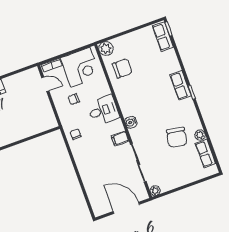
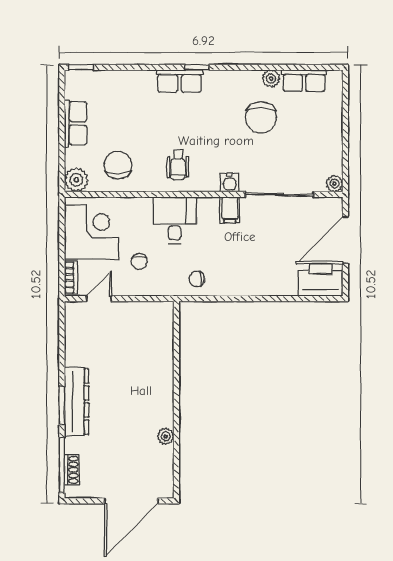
row of seats: (163, 37) -> (76, 123), moved, turned -90
wheelchair: (134, 101) -> (178, 165), added
water cooler: (131, 122) -> (230, 183), moved
chair: (177, 137) -> (261, 118), turned 79
printer: (99, 202) -> (321, 280), added

